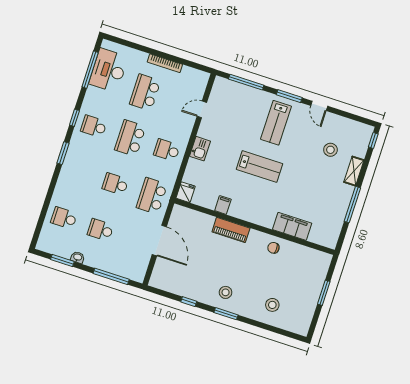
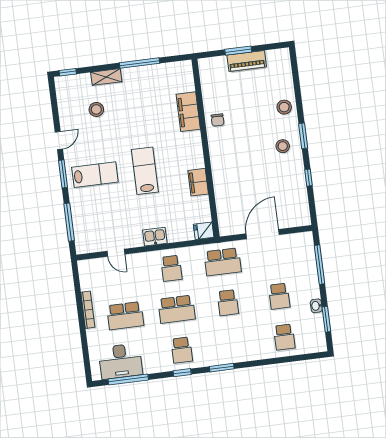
filing cabinet: (223, 205) -> (198, 182), width x2.00
piano: (231, 230) -> (247, 61), moved, turned 90
stool: (272, 305) -> (284, 107), moved

